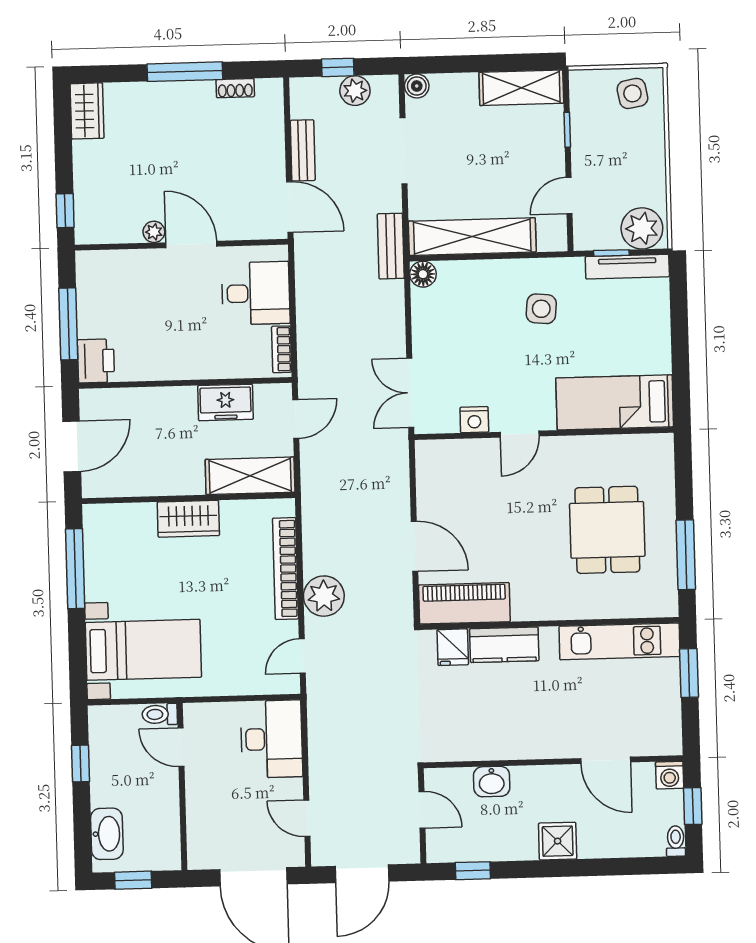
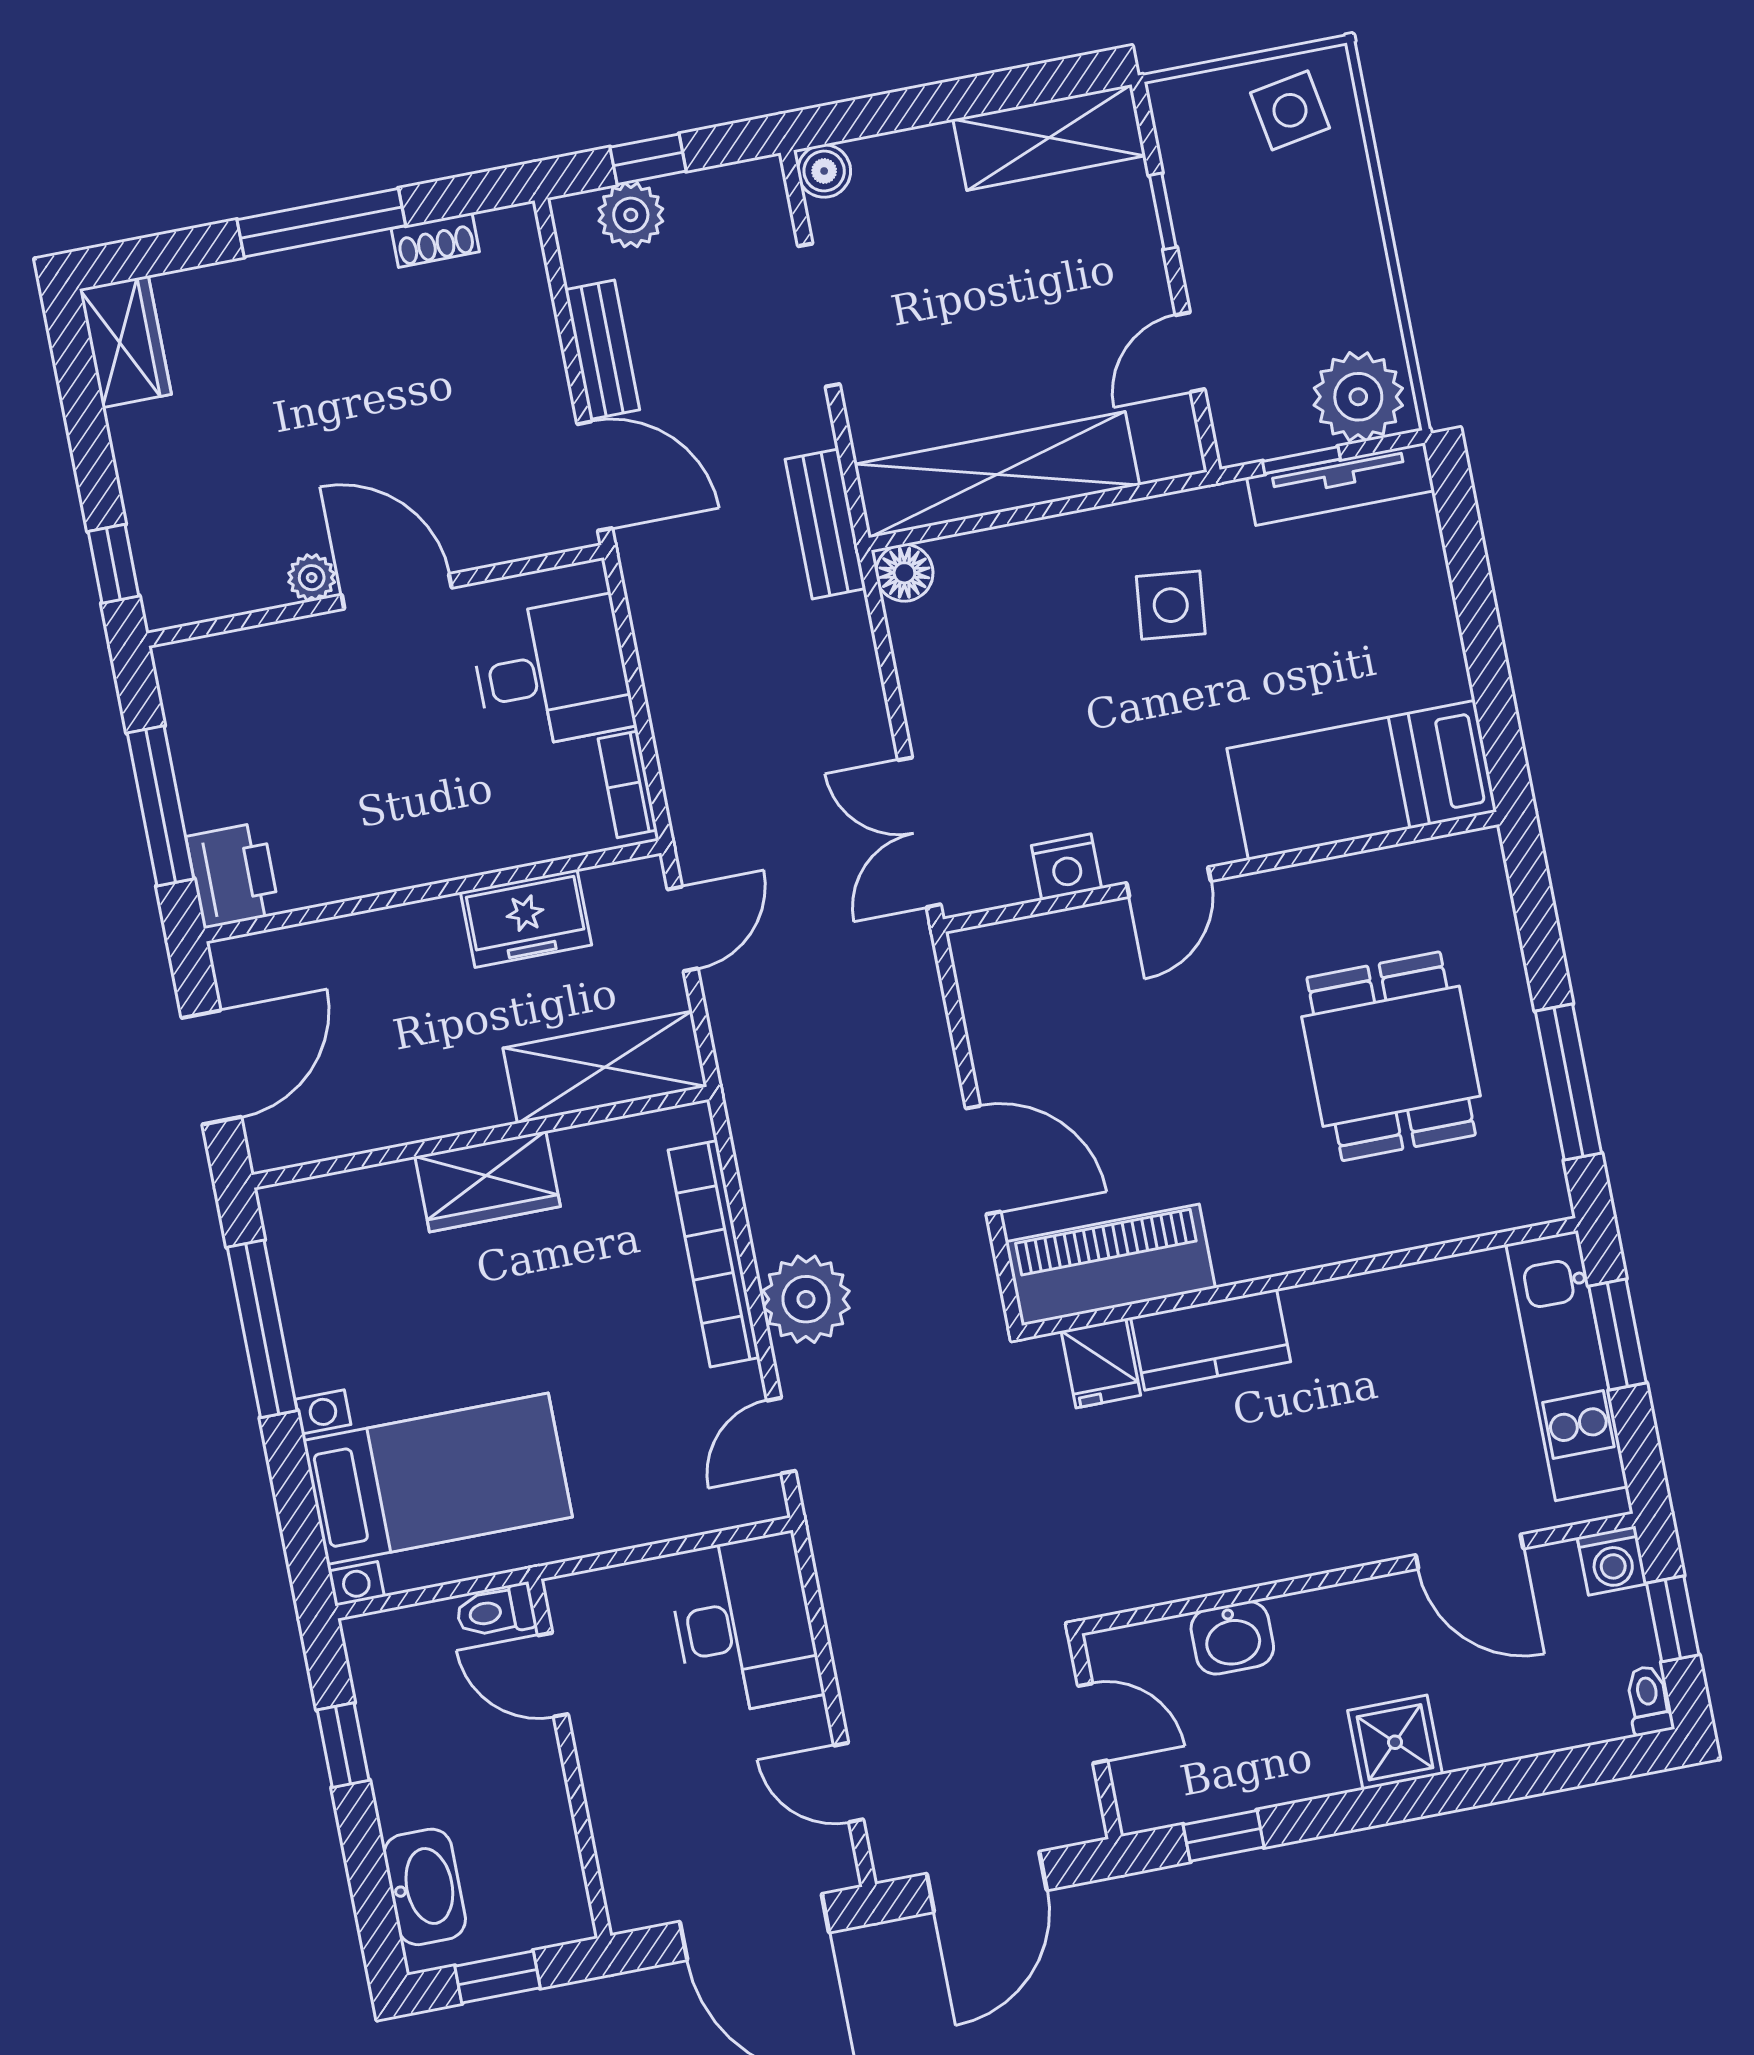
plant: (355, 91) -> (631, 215), moved
kitchen unit: (619, 641) -> (1567, 1366), moved, turned 90

